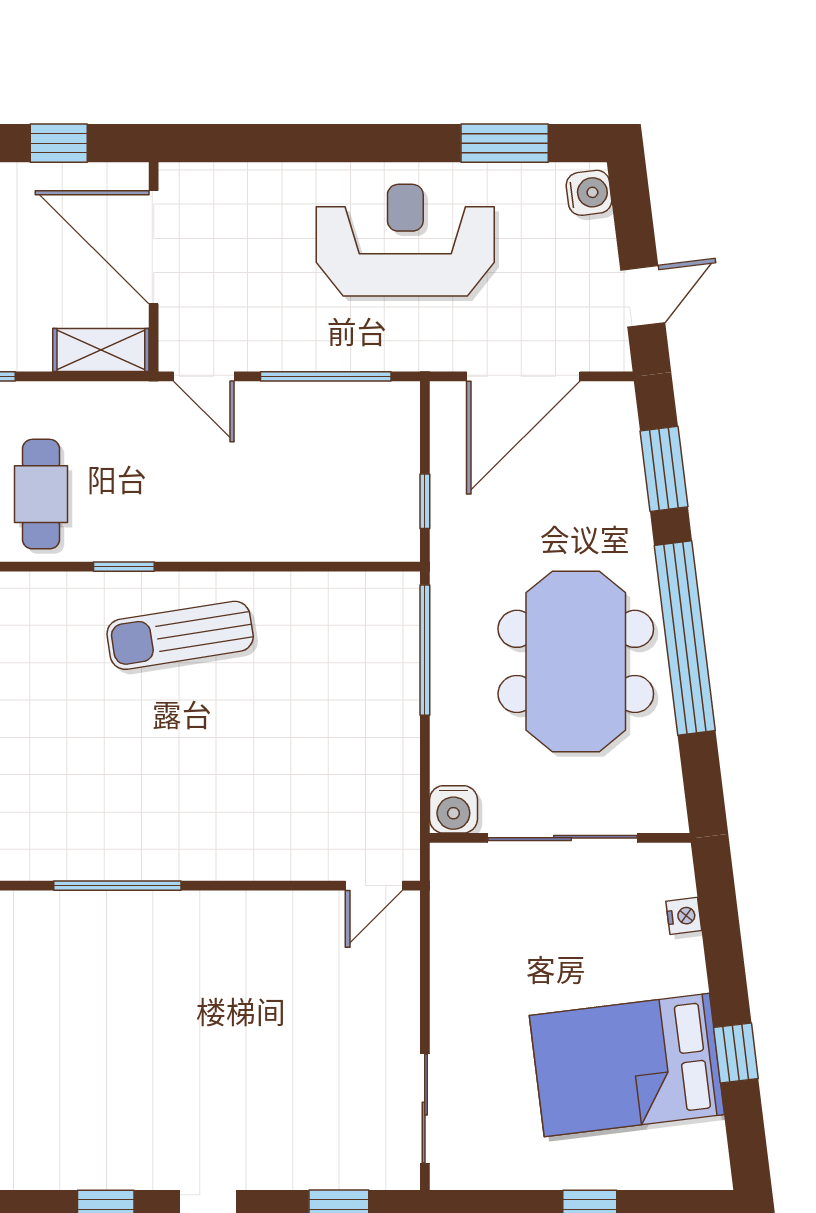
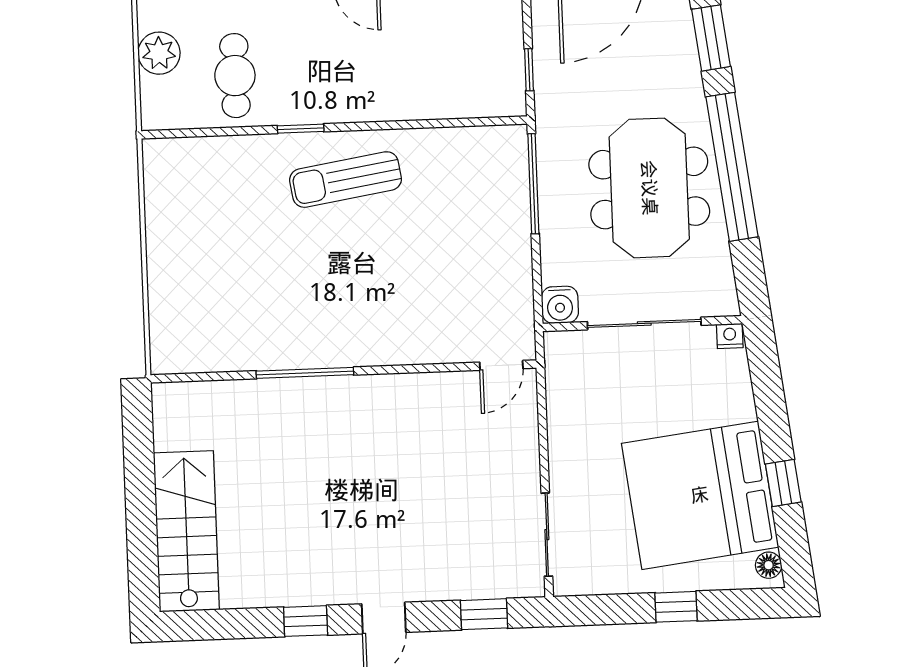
nightstand: (684, 916) -> (730, 336), moved, turned -83
bed: (627, 1065) -> (700, 495), width x1.36
floor lamp: (713, 1160) -> (769, 565), added

